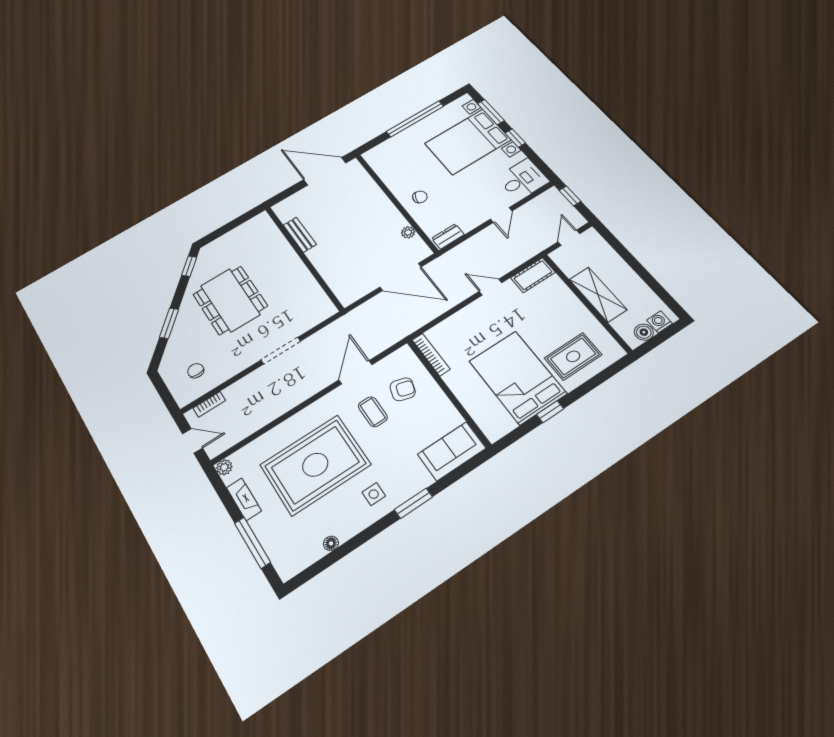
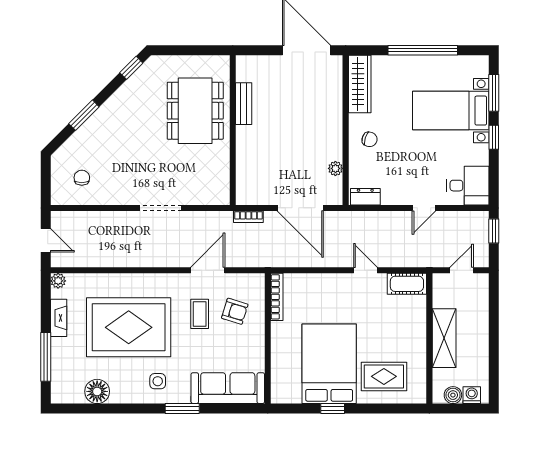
bed with nightstands: (468, 142) -> (451, 111), width x0.73
wardrobe: (383, 167) -> (360, 84), added
dining table: (230, 300) -> (195, 111), moved
bookcase: (209, 404) -> (248, 217), moved
sofa: (452, 451) -> (228, 388), width x1.36
floor lamp: (331, 543) -> (97, 391), width x1.89, depth x1.89

